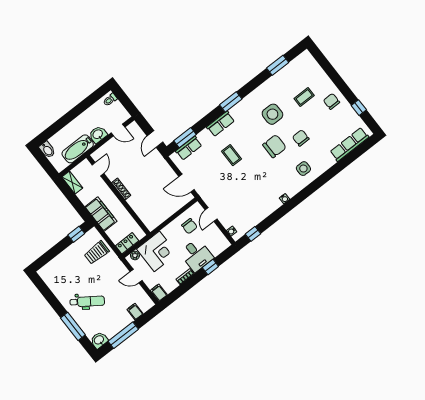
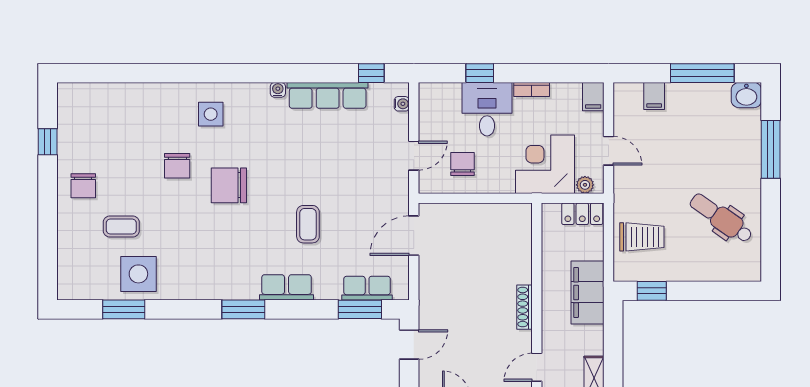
side table: (272, 114) -> (138, 274), moved
row of seats: (349, 144) -> (328, 95), moved
door: (186, 183) -> (414, 236), swing flipped
dental chair: (87, 301) -> (721, 218), moved

